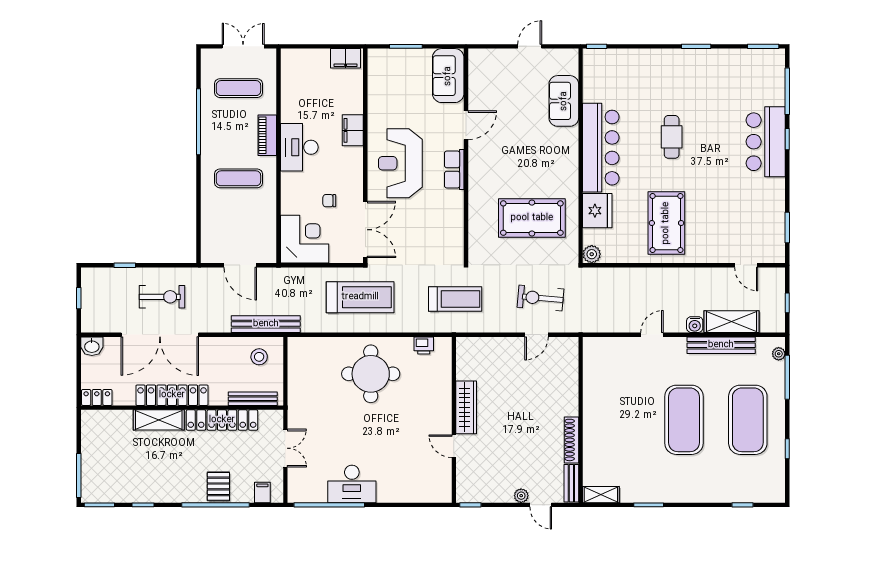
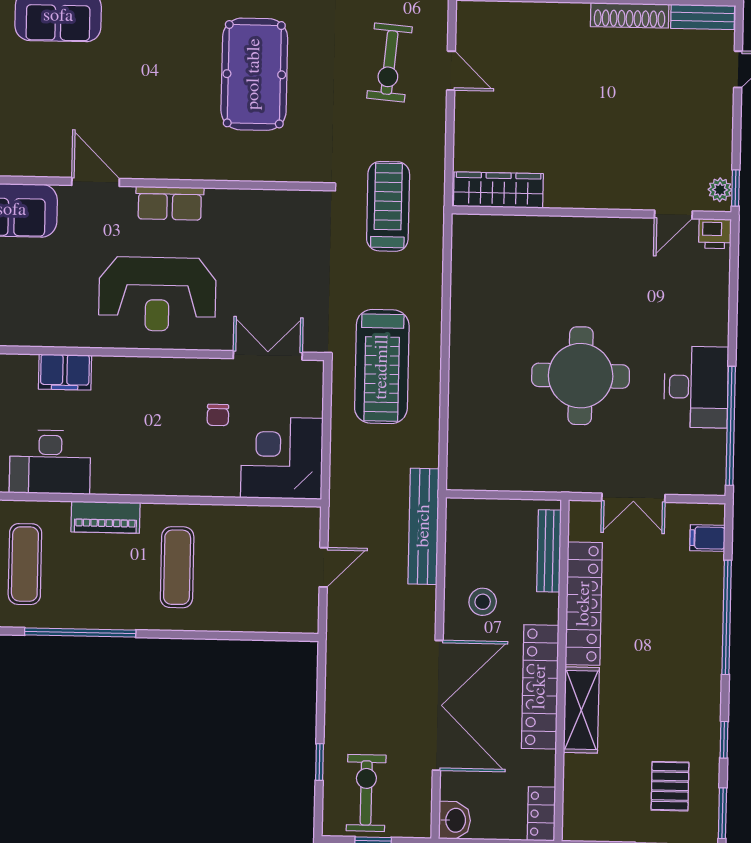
filing cabinet: (353, 130) -> (65, 372), moved
desk: (299, 147) -> (50, 462), moved
double door: (365, 230) -> (268, 355), width x0.73
door: (240, 265) -> (324, 567), width x0.73
exercise bike: (162, 297) -> (366, 793), moved
treadmill: (360, 297) -> (382, 367), turned 180
printer: (424, 346) -> (715, 234), moved, turned 90
stool: (259, 357) -> (483, 602), moved
round table: (371, 374) -> (581, 376), moved
wardrobe: (466, 407) -> (498, 190), moved
door: (454, 446) -> (673, 215), moved
double door: (285, 448) -> (633, 498), swing flipped
pallet: (218, 486) -> (670, 786), moved, turned 90
plant: (521, 496) -> (720, 190), moved

